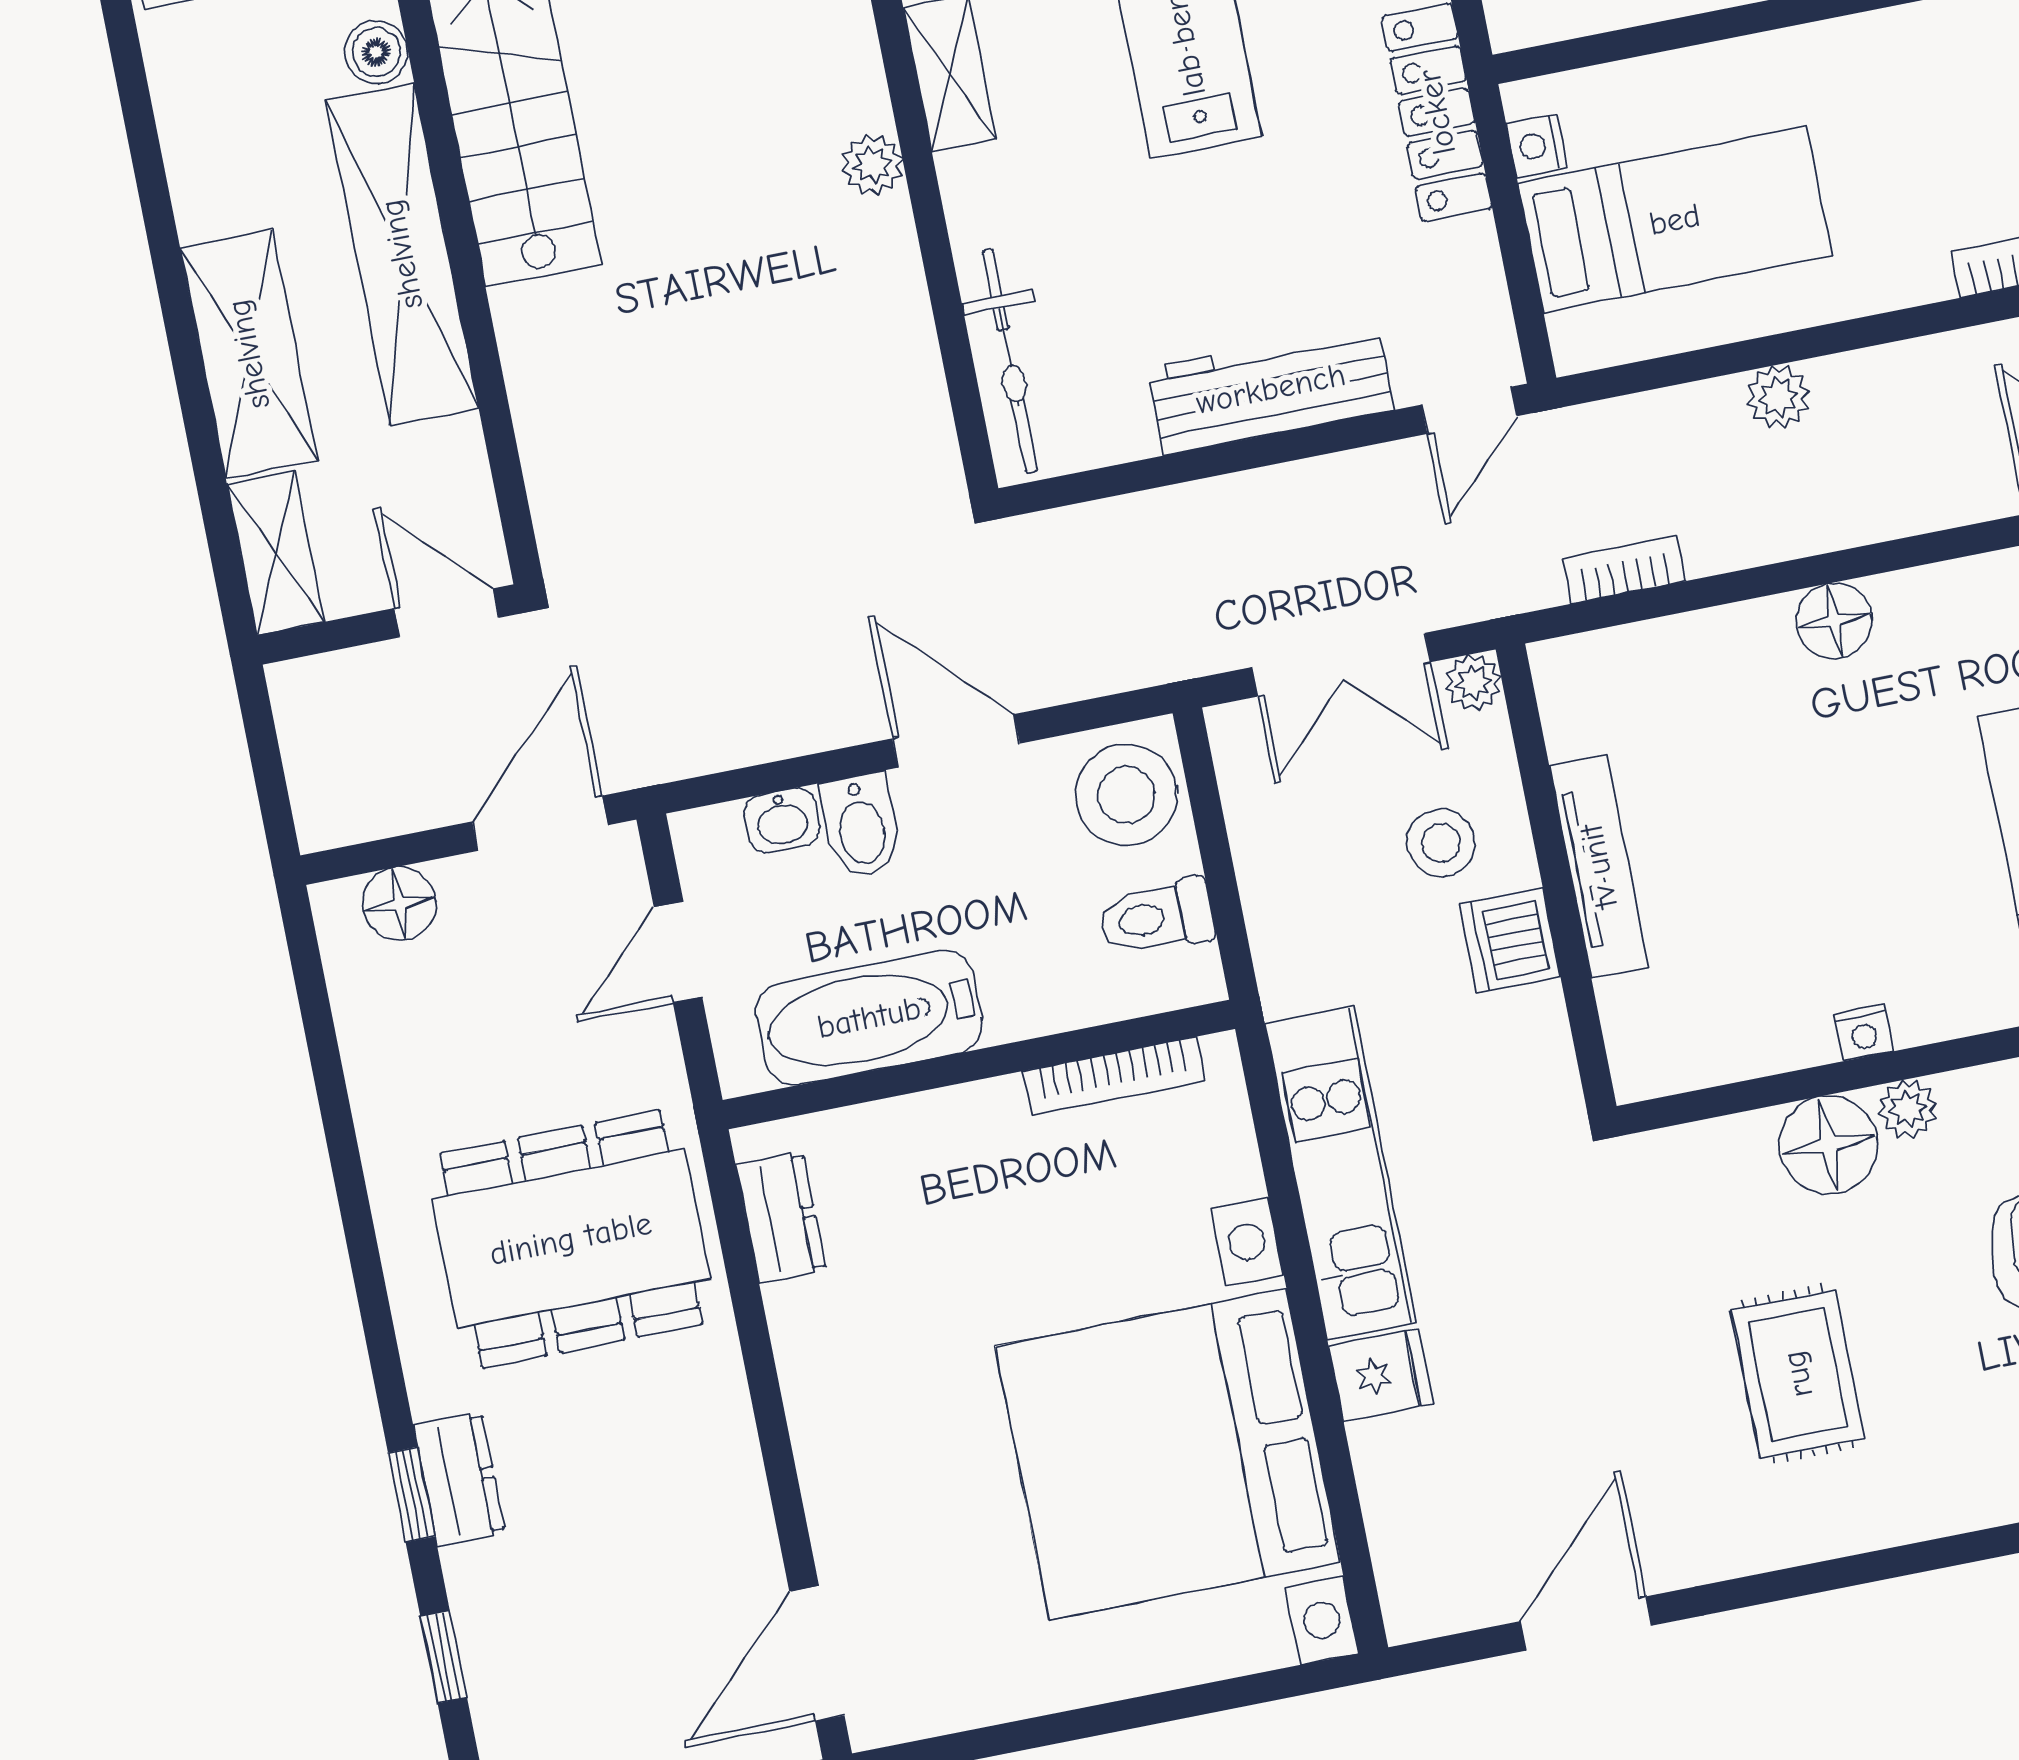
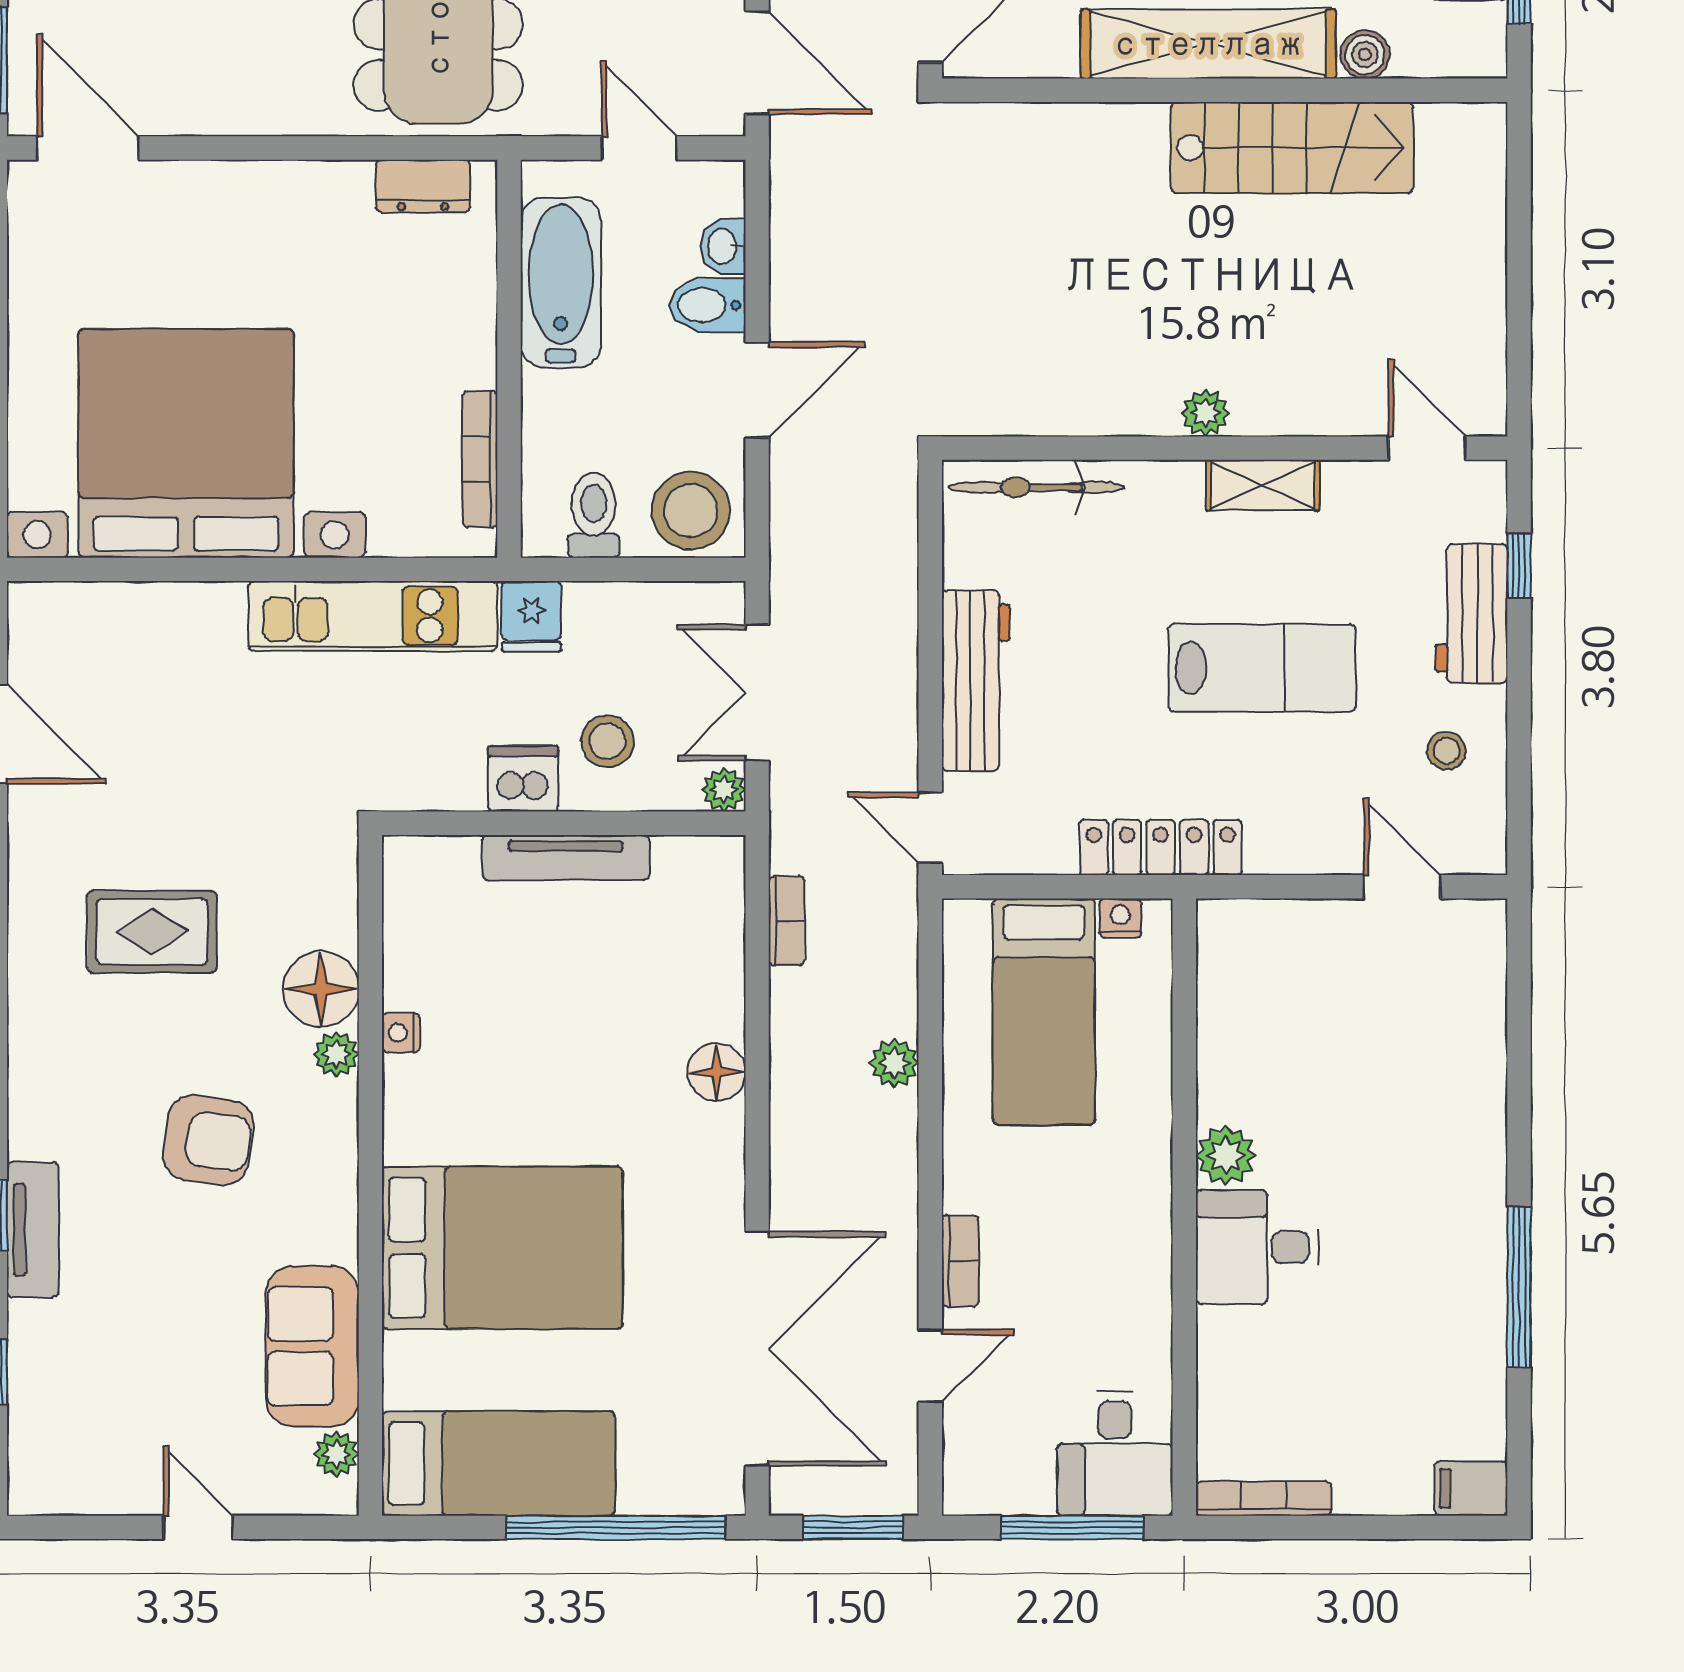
fridge: (1381, 1375) -> (531, 616), moved

